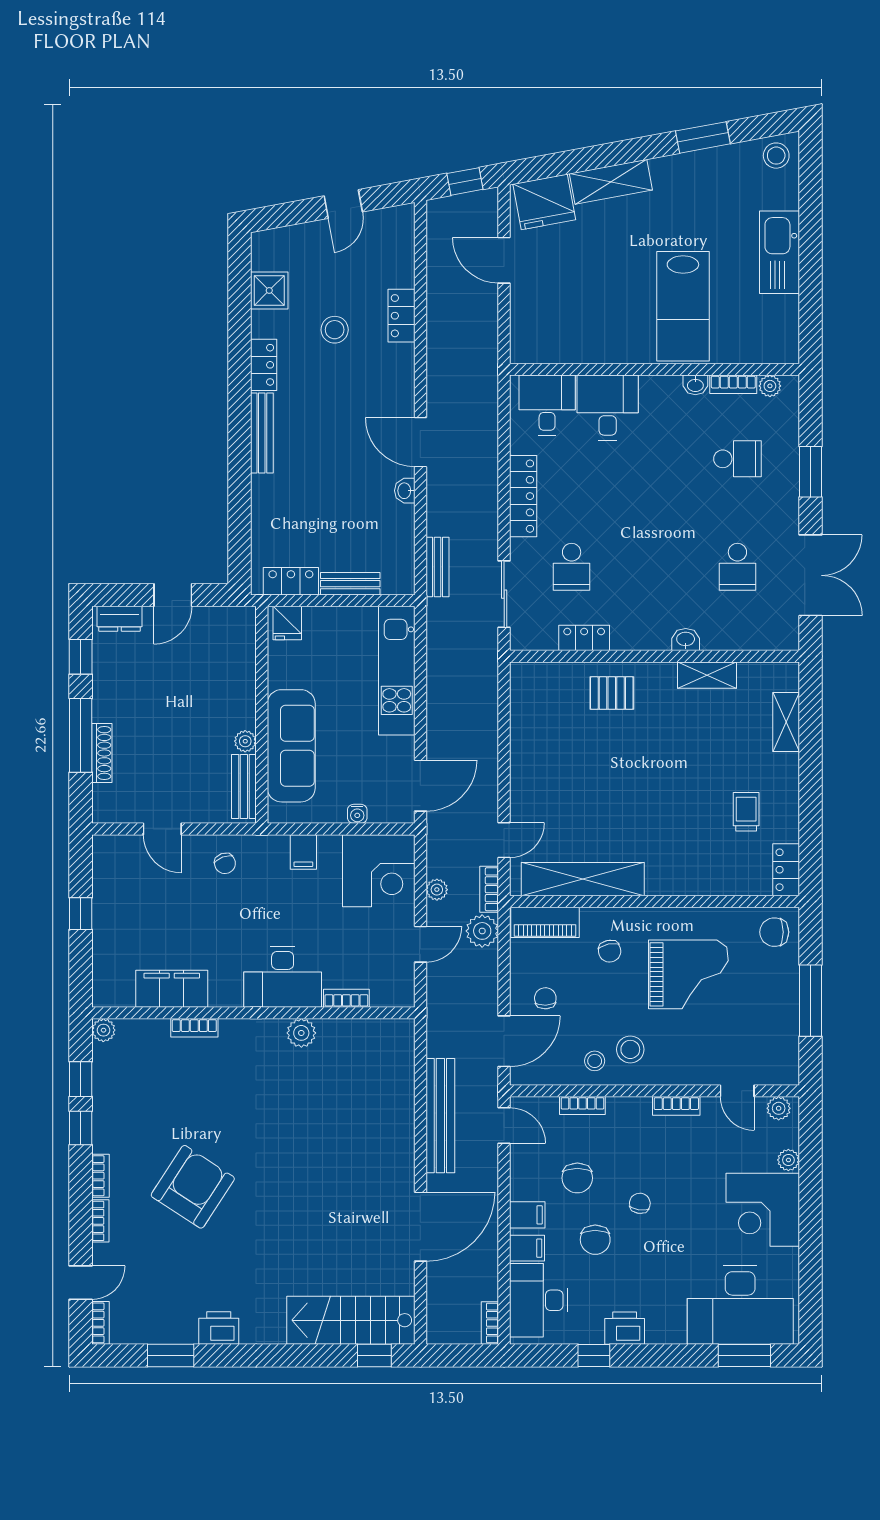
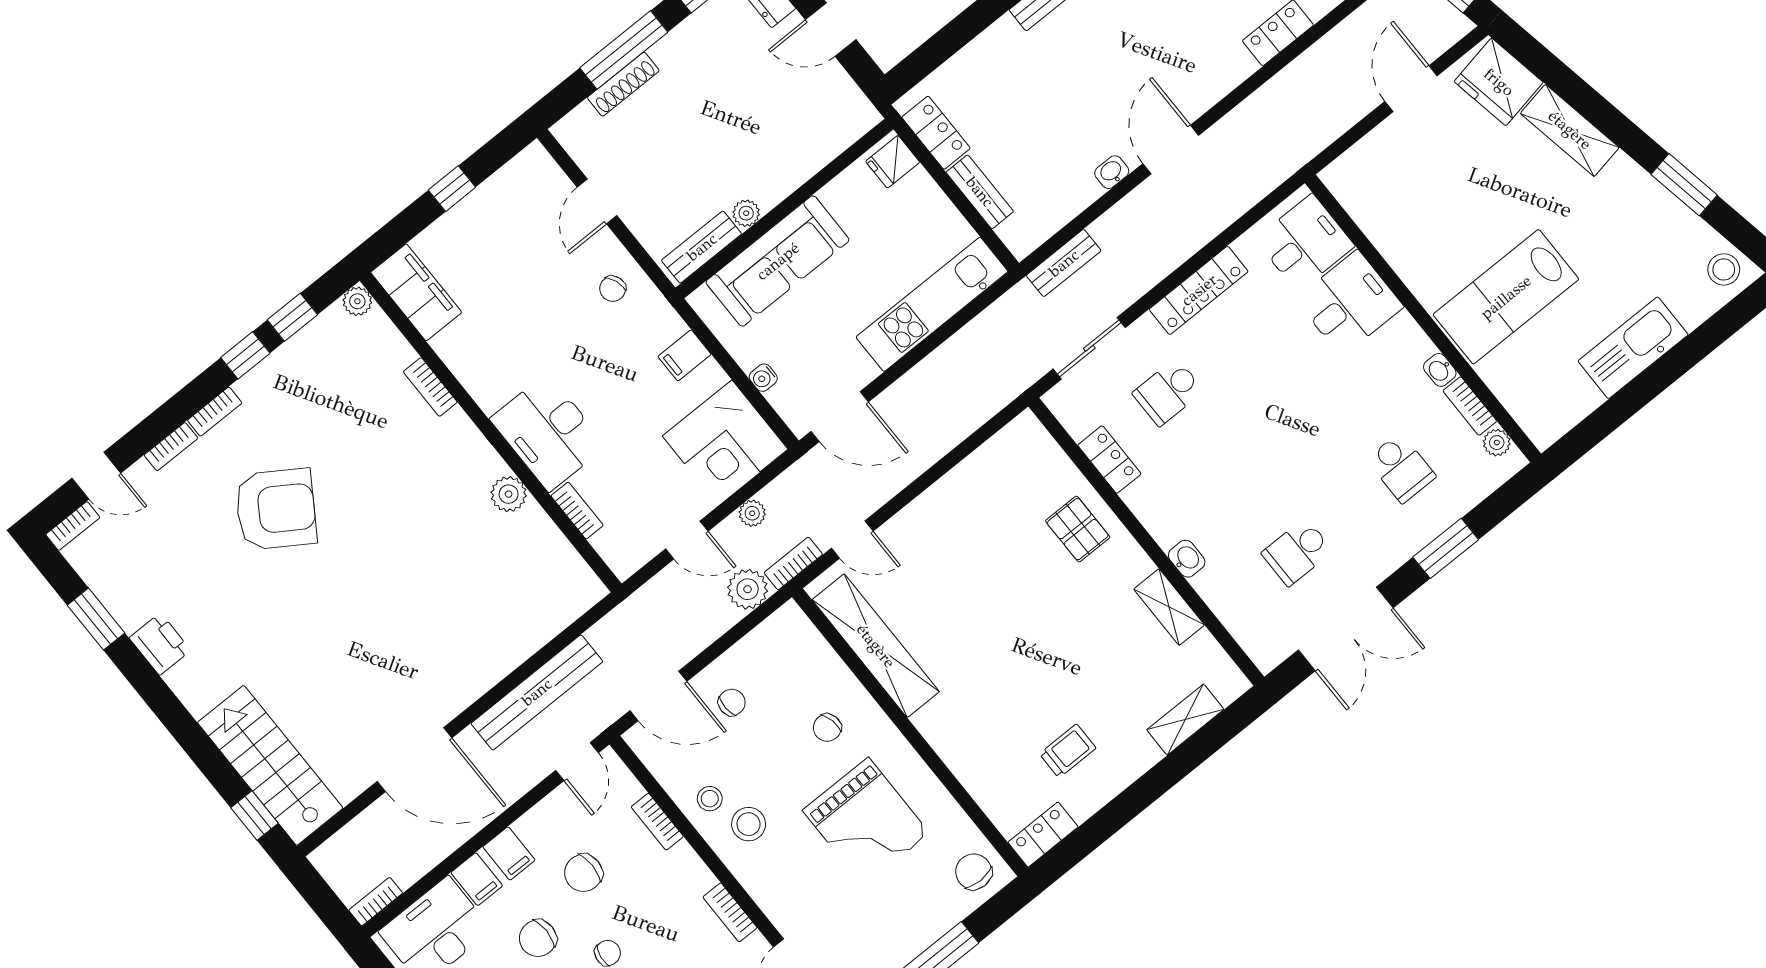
piano: (545, 922) -> (805, 643), removed
filing cabinet: (172, 989) -> (416, 292), moved

